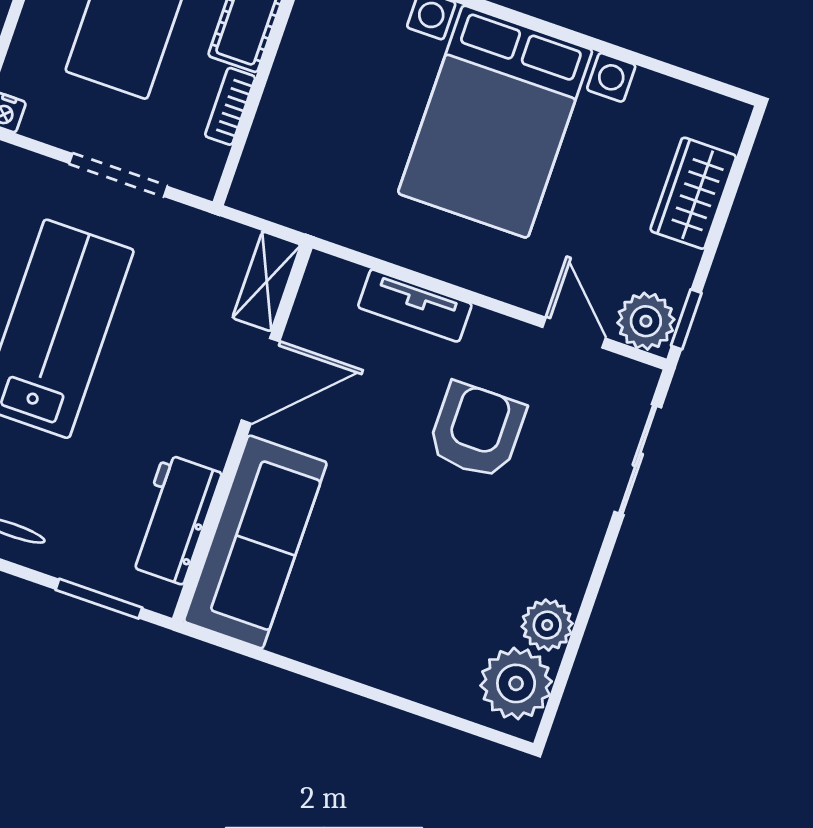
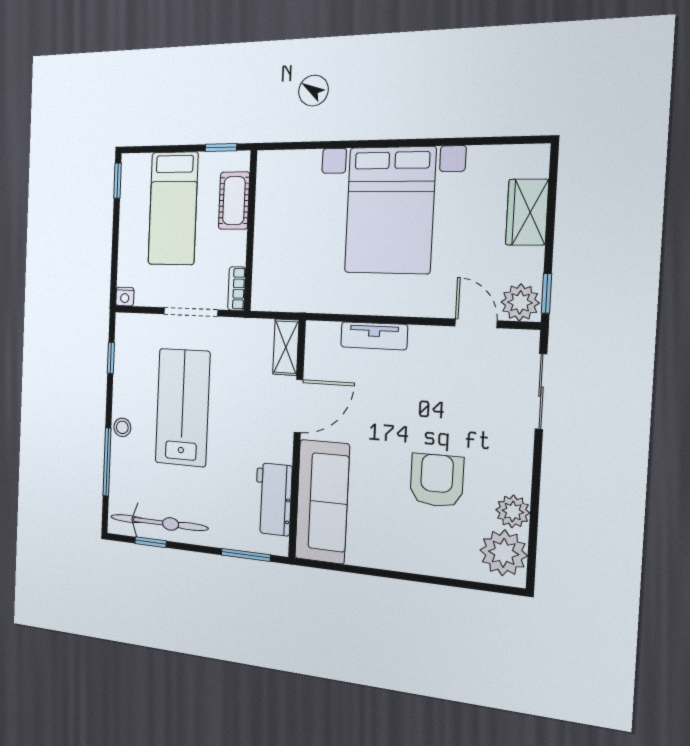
bookcase: (230, 106) -> (237, 289), moved
armchair: (477, 431) -> (437, 480), moved

